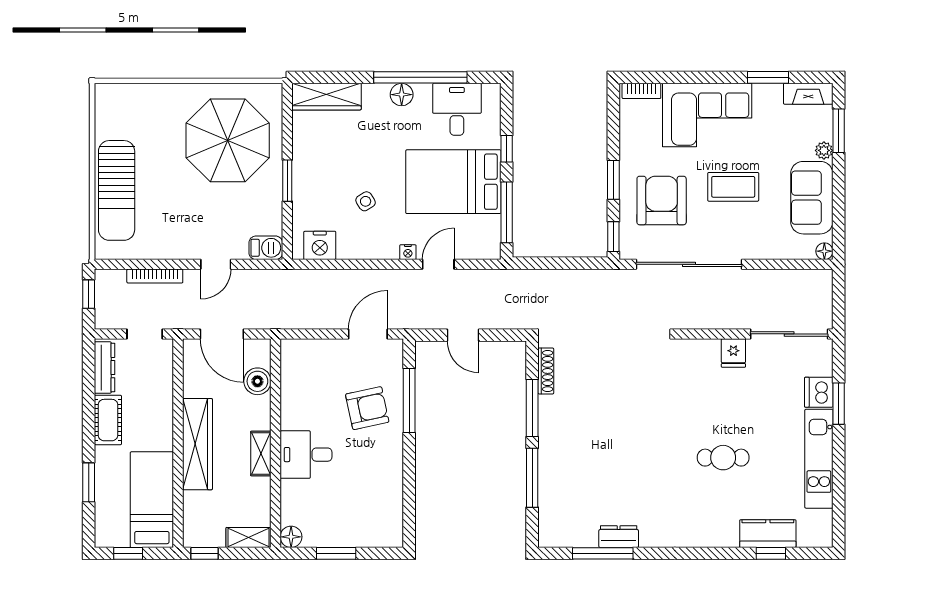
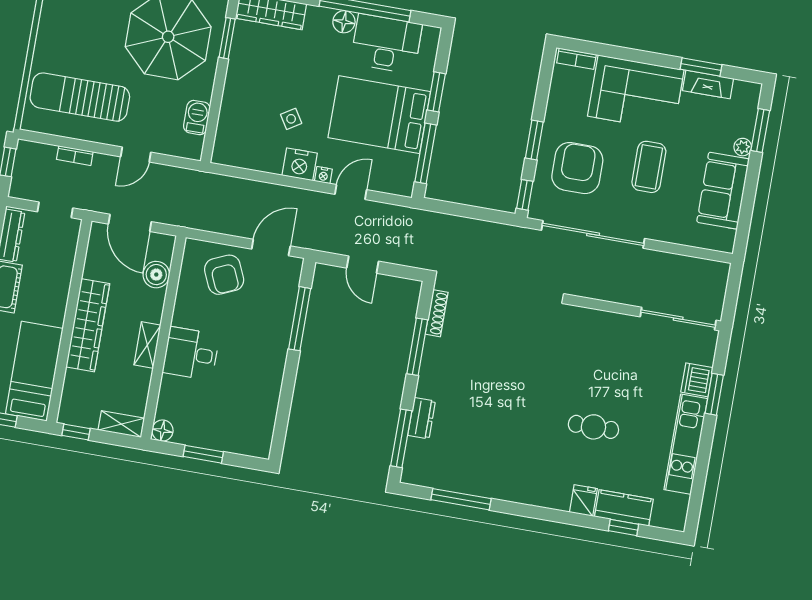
fireplace: (808, 94) -> (708, 85), moved
desk: (457, 109) -> (386, 44), width x1.37
window: (507, 149) -> (436, 92), width x1.50
window: (287, 181) -> (227, 38), moved
coffee table: (733, 187) -> (649, 167), turned 90
sun lounger: (117, 190) -> (80, 97), moved, turned 90
nightstand: (320, 245) -> (300, 164), moved
barbecue: (266, 248) -> (197, 118), moved, turned -90
floor lamp: (824, 251) -> (726, 245), removed
bookcase: (155, 276) -> (75, 156), width x0.64
fridge: (733, 353) -> (583, 500), moved, turned 180
armchair: (367, 408) -> (224, 275), moved, turned 78
window: (532, 478) -> (401, 438), moved
dresser: (619, 537) -> (422, 418), moved, turned 90

